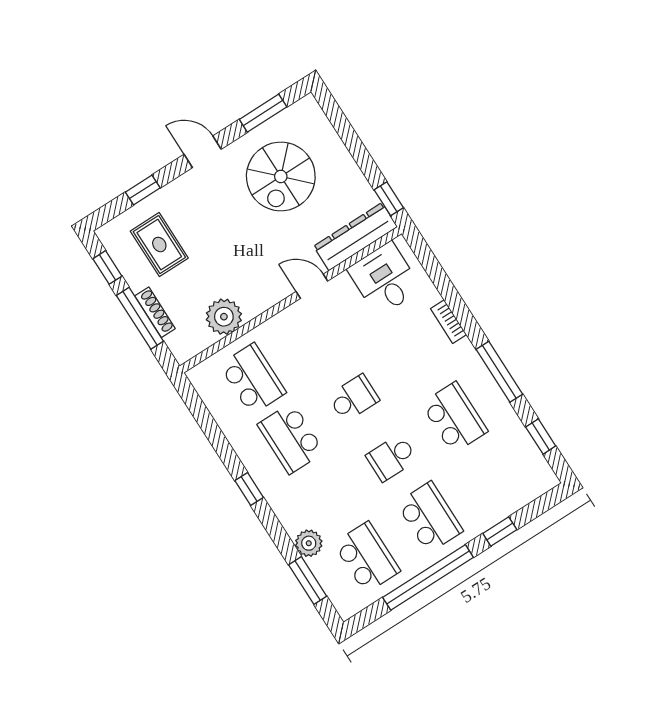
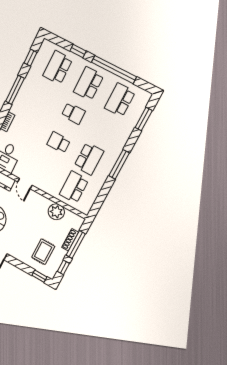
window: (143, 190) -> (39, 276), moved
school desk: (454, 417) -> (58, 67), moved
window: (249, 489) -> (119, 164), width x2.17
plant: (309, 543) -> (128, 127), removed

